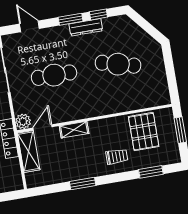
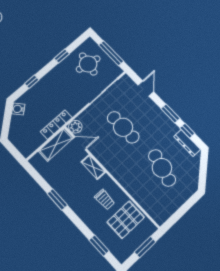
dresser: (86, 27) -> (187, 143), moved
trolley: (117, 157) -> (105, 200), moved

